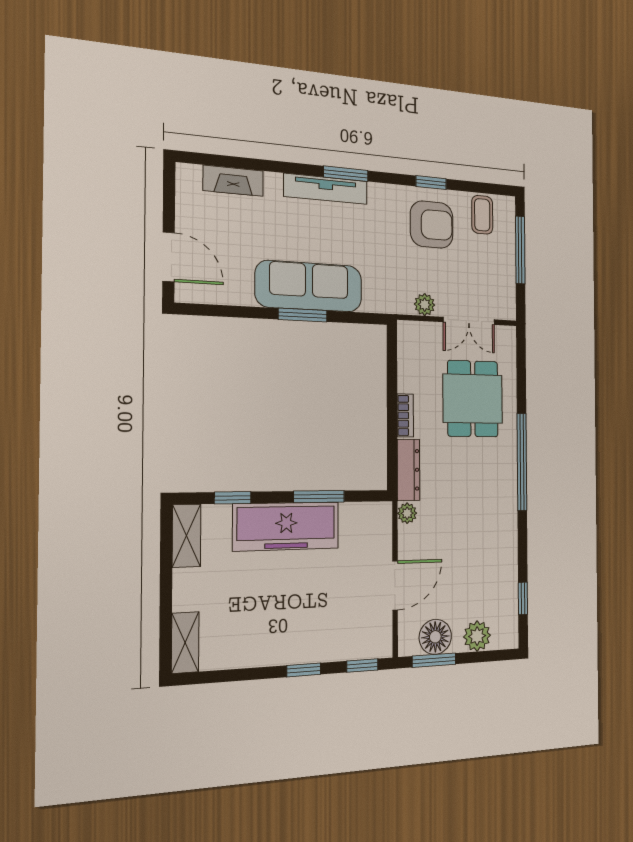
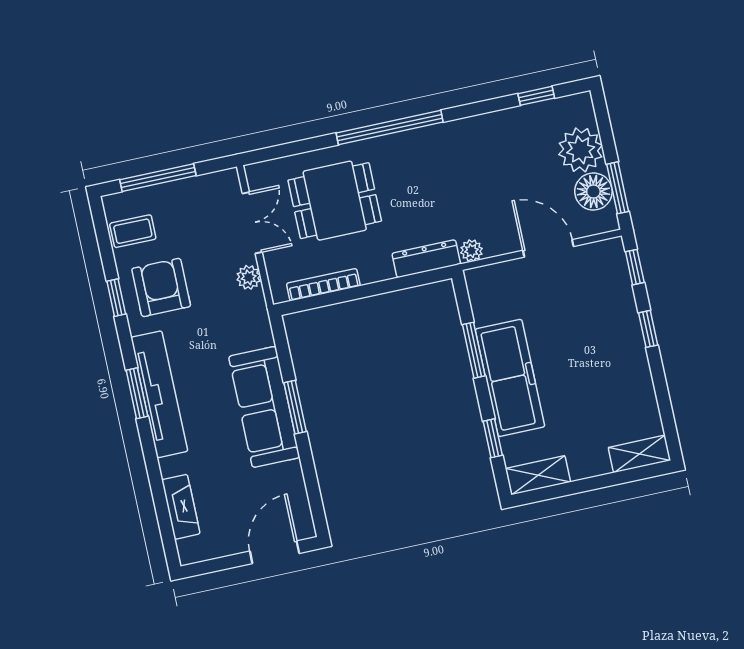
tv unit: (326, 189) -> (159, 394), width x1.36, depth x1.29
bookcase: (405, 415) -> (323, 285), moved, width x1.56
plant: (477, 636) -> (581, 150), width x1.36, depth x1.36

